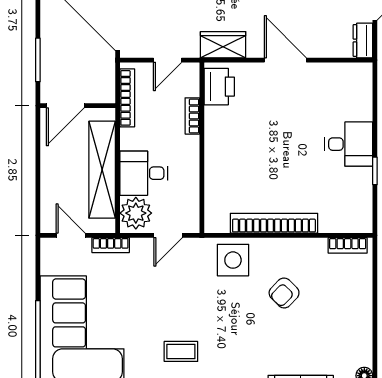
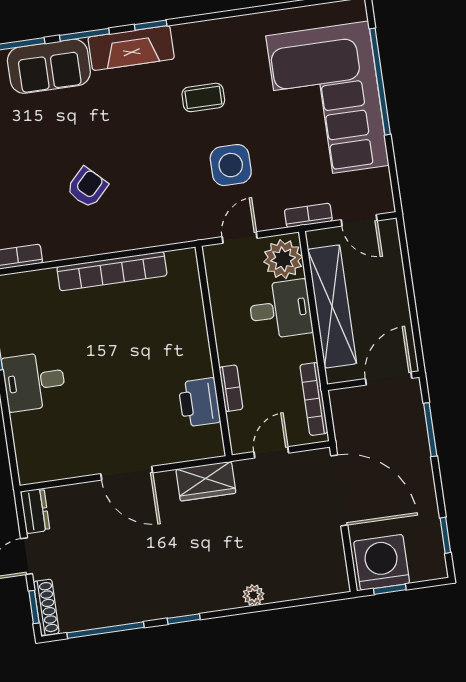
printer: (219, 87) -> (199, 402), moved
side table: (233, 260) -> (231, 165), moved

